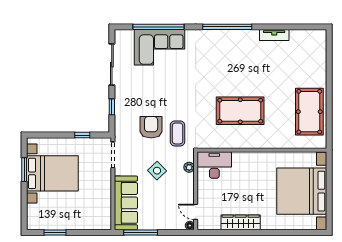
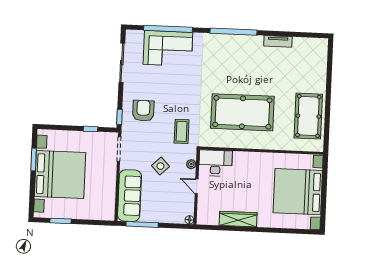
window: (112, 107) -> (119, 117), moved
pool table: (240, 111) -> (242, 112), width x1.36, depth x1.32
armchair: (151, 127) -> (143, 111), moved
bed with nightstands: (52, 173) -> (60, 175), width x1.36
door: (196, 212) -> (197, 186), moved

